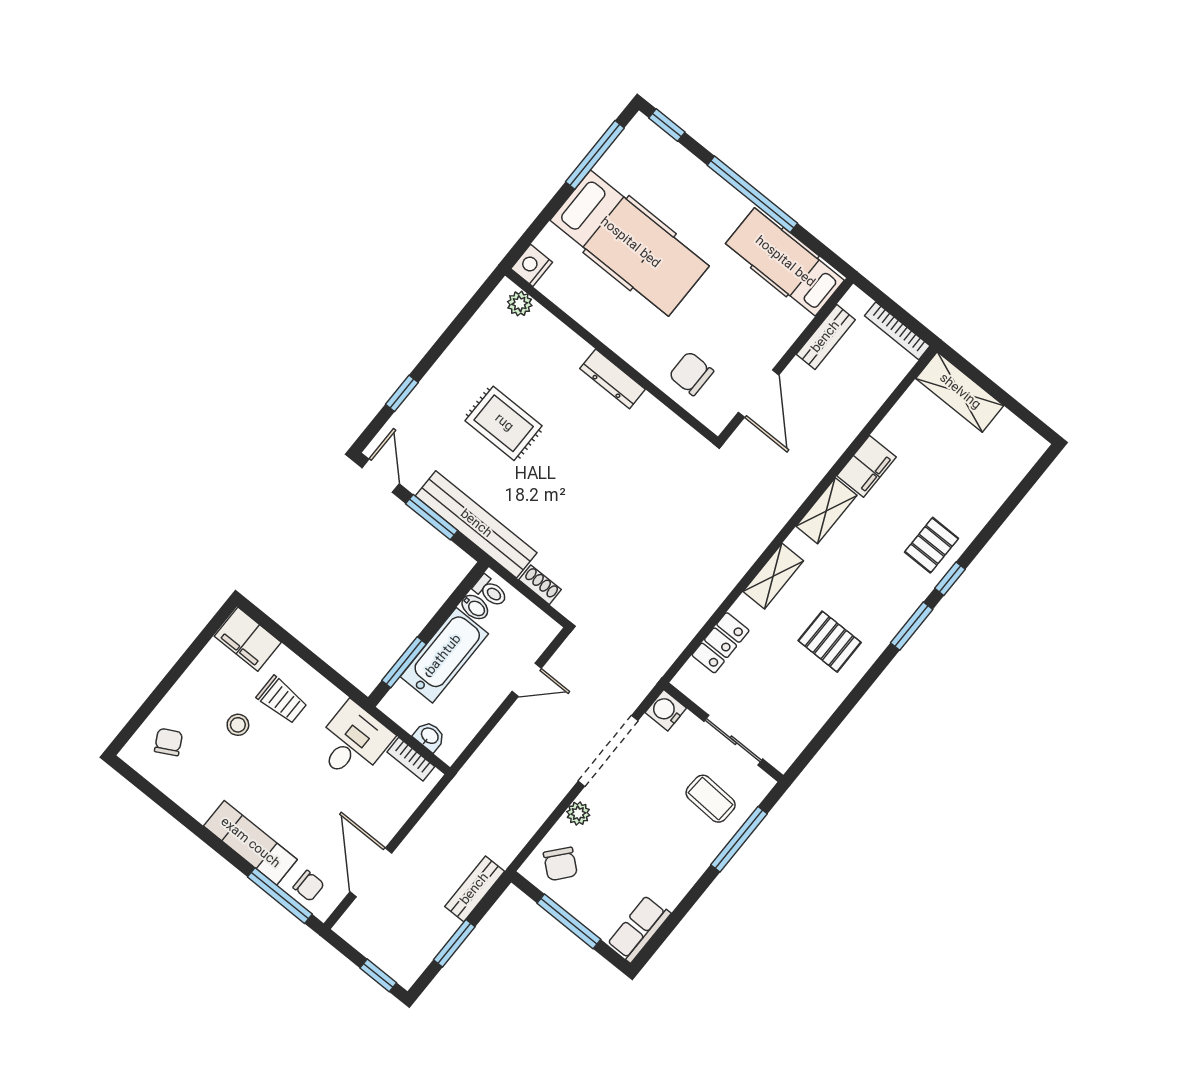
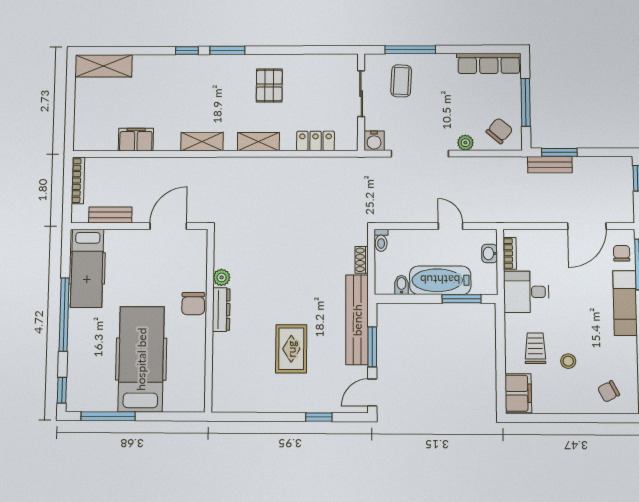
nightstand: (532, 265) -> (194, 402), removed
plant: (520, 304) -> (222, 277), moved
chair: (691, 373) -> (193, 304), moved
shelving: (960, 392) -> (104, 66), moved, turned 90
filing cabinet: (867, 466) -> (136, 140), moved
pallet: (932, 545) -> (177, 74), removed
toilet: (490, 591) -> (381, 240), moved, turned 180
door: (527, 680) -> (450, 226), moved
row of seats: (639, 929) -> (489, 63), width x1.48
window: (454, 943) -> (559, 152), moved

